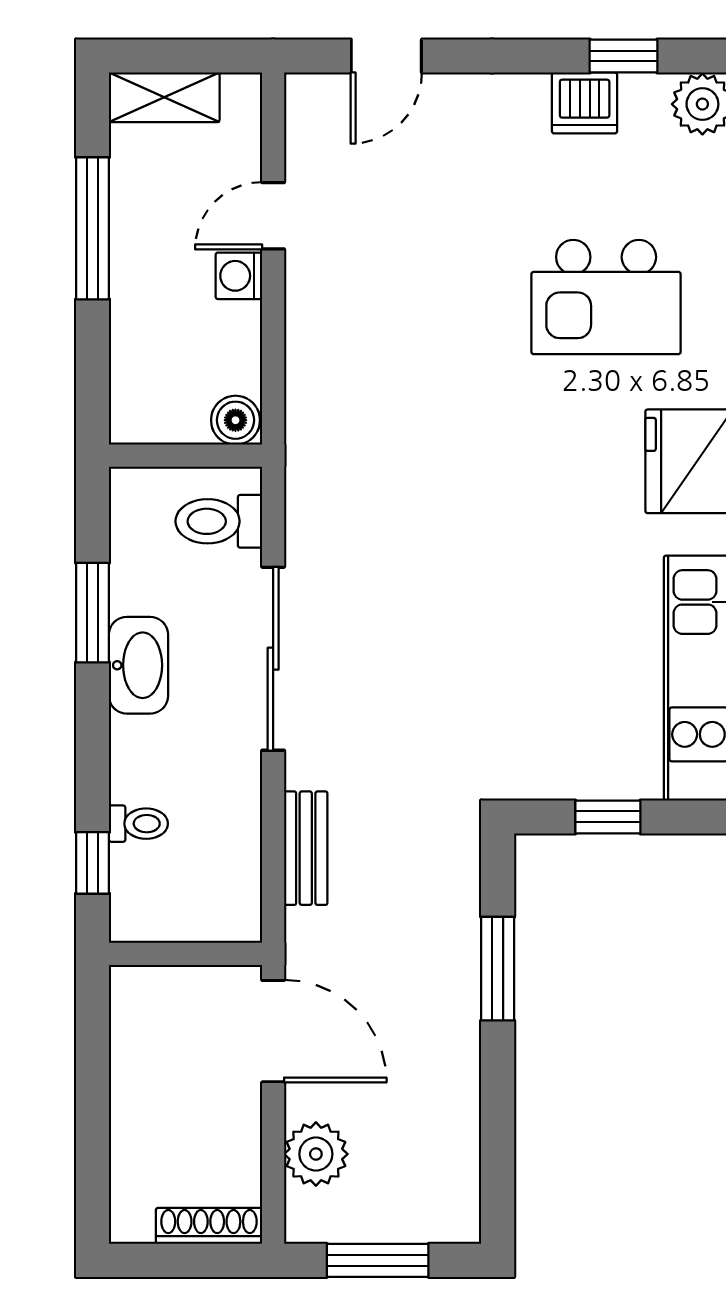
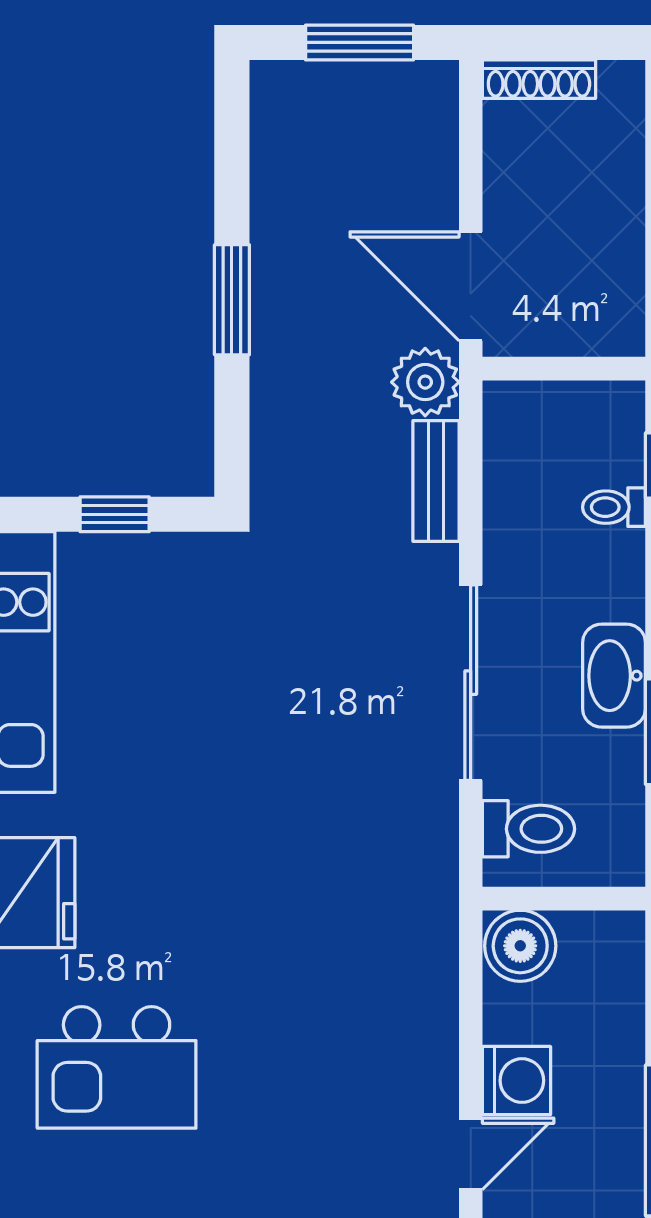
washing machine: (239, 276) -> (516, 1081), width x1.38, depth x1.38
kitchen island: (606, 297) -> (117, 1067), turned 180
boiler: (235, 420) -> (520, 946), width x1.36, depth x1.36
window: (498, 969) -> (232, 300), moved
plant: (316, 1154) -> (425, 382), moved

